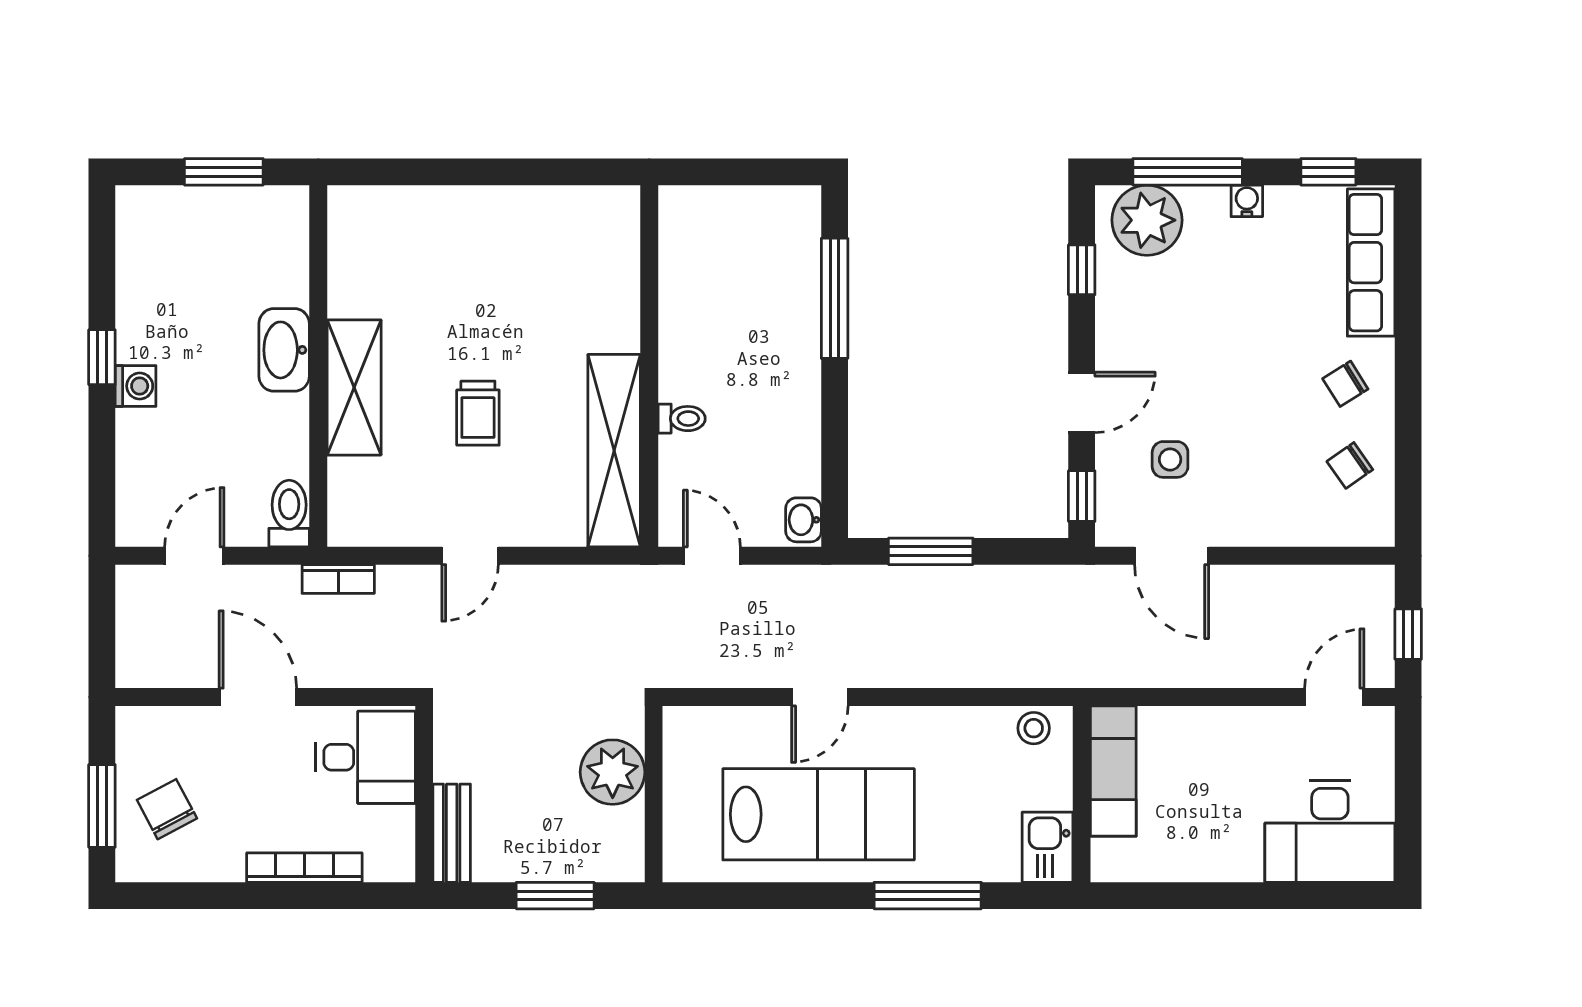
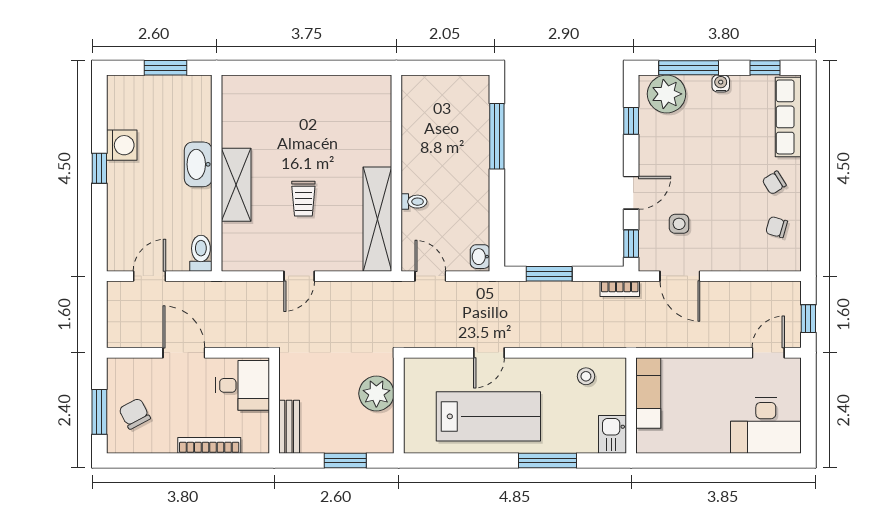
washing machine: (136, 386) -> (122, 145), moved, width x1.38, depth x1.38
chair: (1350, 465) -> (777, 227), turned 51
bookcase: (338, 579) -> (620, 289), moved
stool: (1034, 728) -> (586, 376), moved

